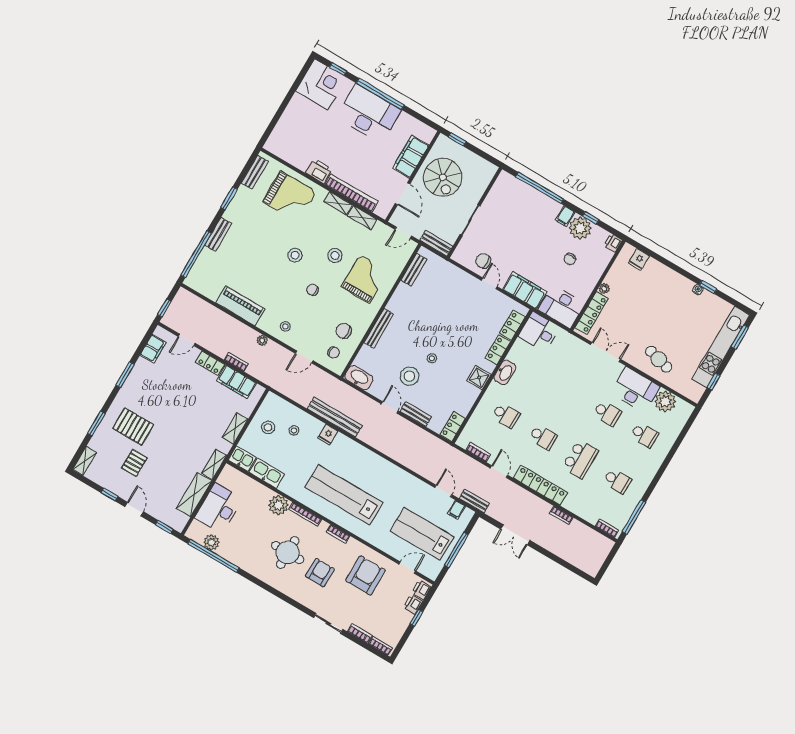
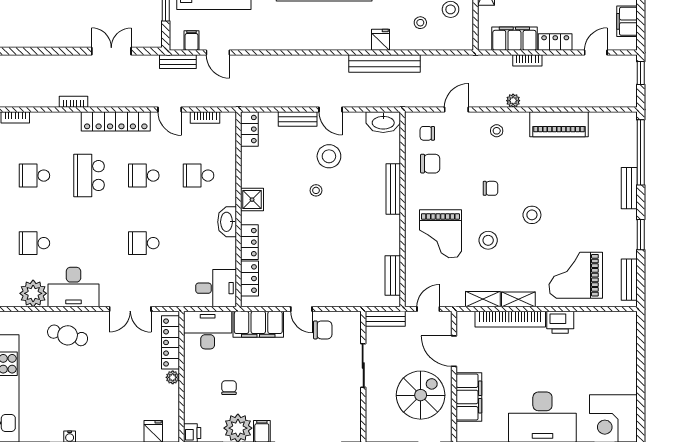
spiral stairs: (443, 177) -> (421, 395), turned 90
school desk: (607, 413) -> (144, 243), moved

